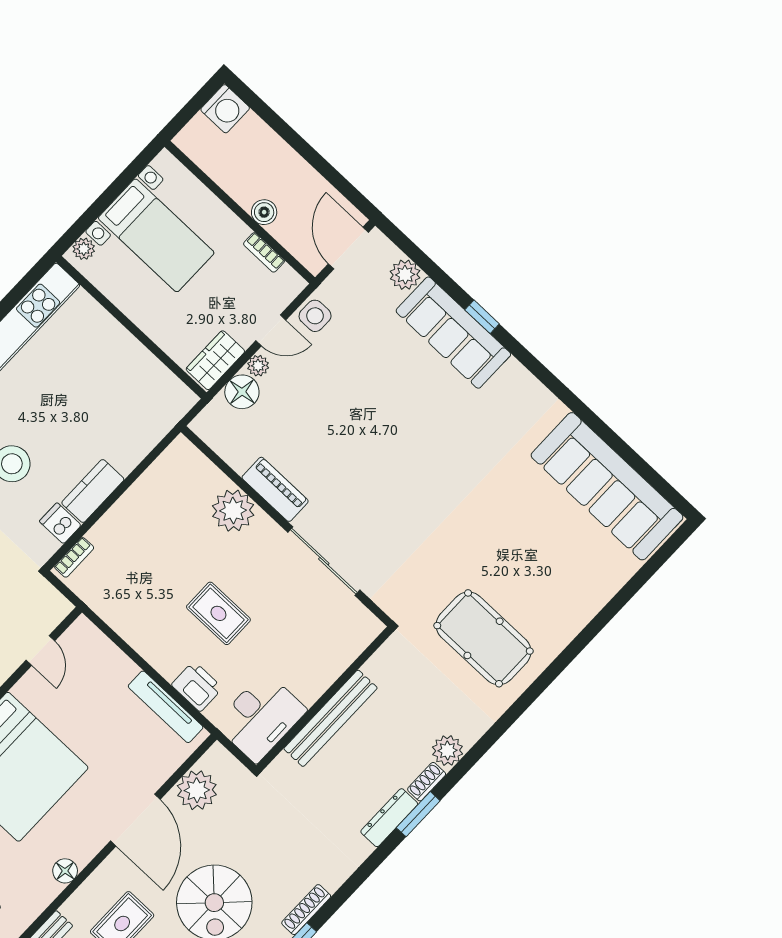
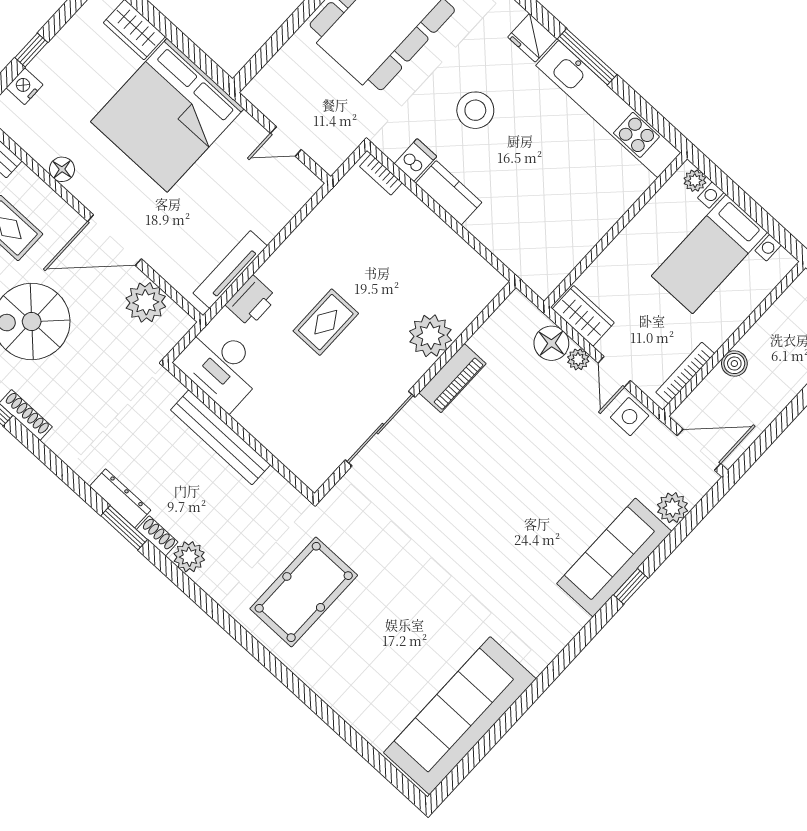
bookcase: (264, 252) -> (685, 373), width x1.56

